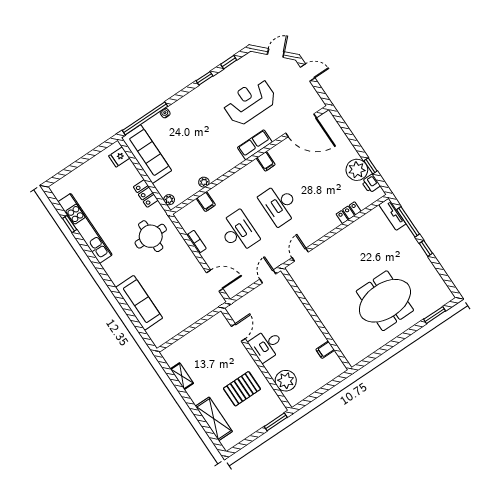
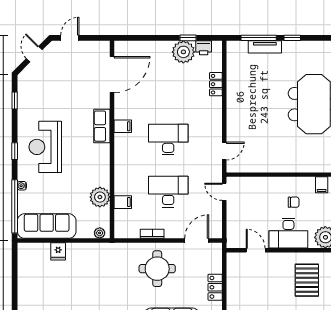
window: (205, 78) -> (15, 151), moved
reception desk: (250, 102) -> (45, 147), moved
fridge: (119, 157) -> (58, 251), moved
plant: (204, 182) -> (100, 197), width x1.88, depth x1.88
locker: (146, 194) -> (215, 287), moved, turned 90
desk: (279, 204) -> (168, 140), turned 180
tv unit: (392, 214) -> (265, 47), moved
round table: (151, 236) -> (157, 269), moved
door: (300, 255) -> (224, 151), swing flipped
chair: (297, 337) -> (294, 202), added
desk: (267, 345) -> (288, 233), width x1.37

